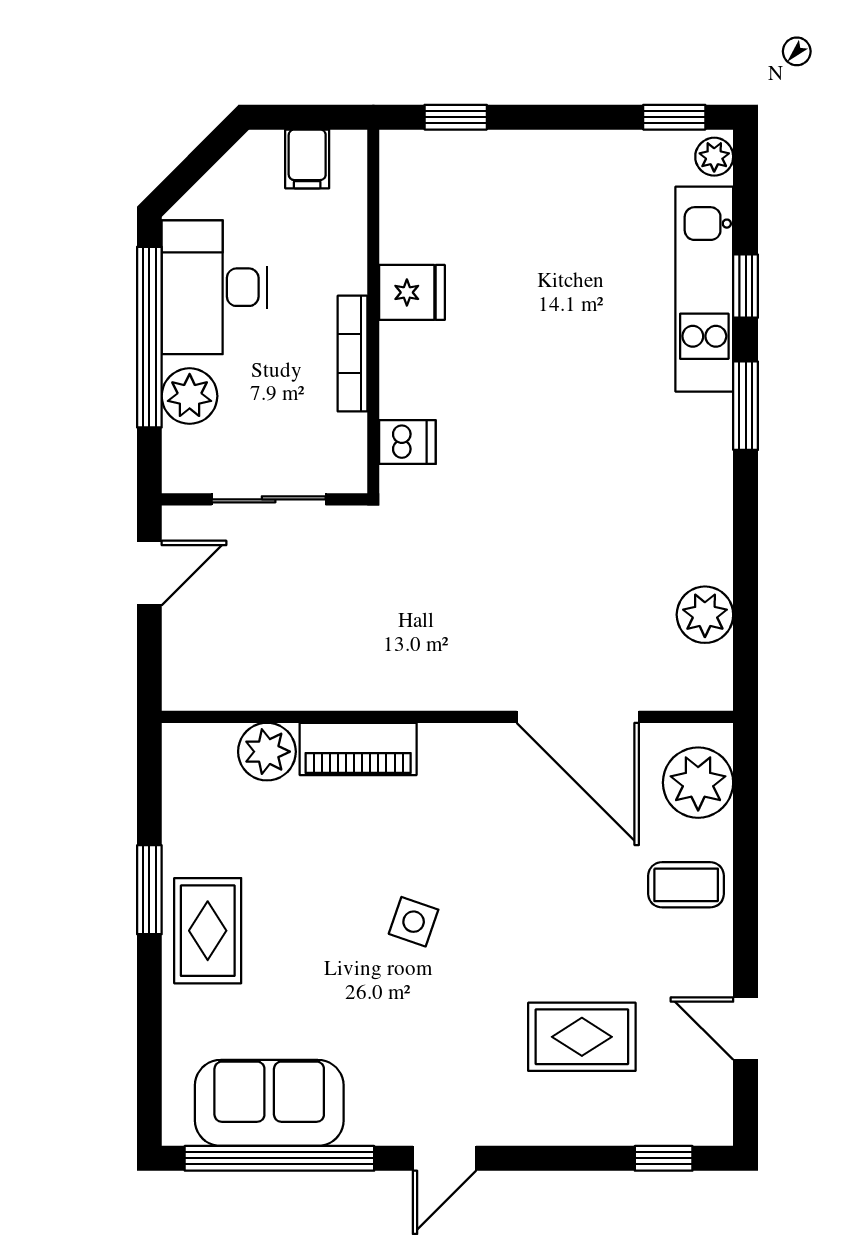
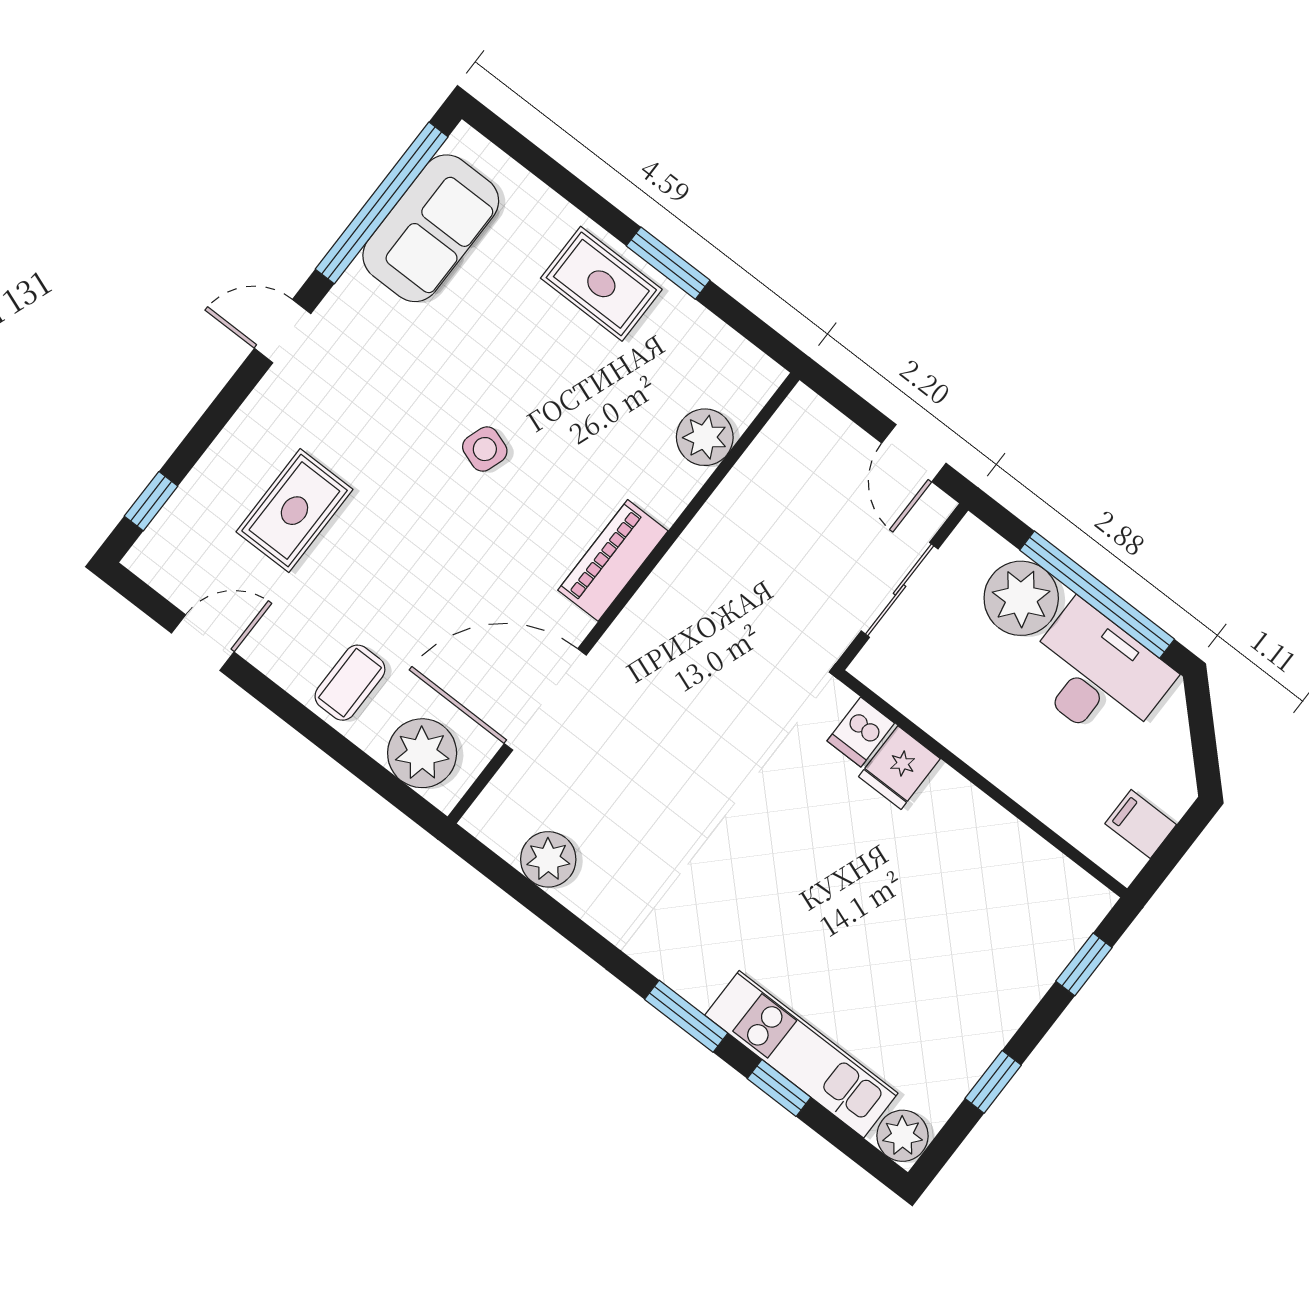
window: (674, 117) -> (993, 1082), moved
plant: (714, 157) -> (902, 1136), width x1.38, depth x1.38
fridge: (412, 292) -> (899, 768), moved
bookcase: (353, 354) -> (962, 742), removed
plant: (190, 396) -> (1021, 598), width x1.36, depth x1.36
piano: (358, 749) -> (613, 560), moved
door: (444, 1158) -> (283, 331), hinge flipped

